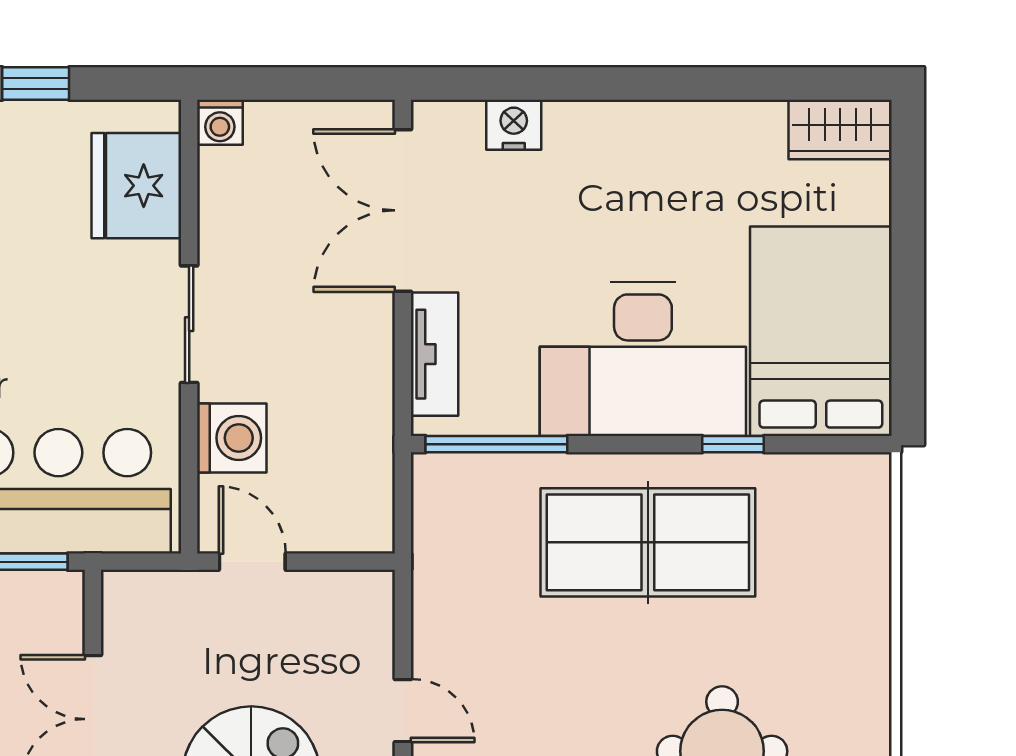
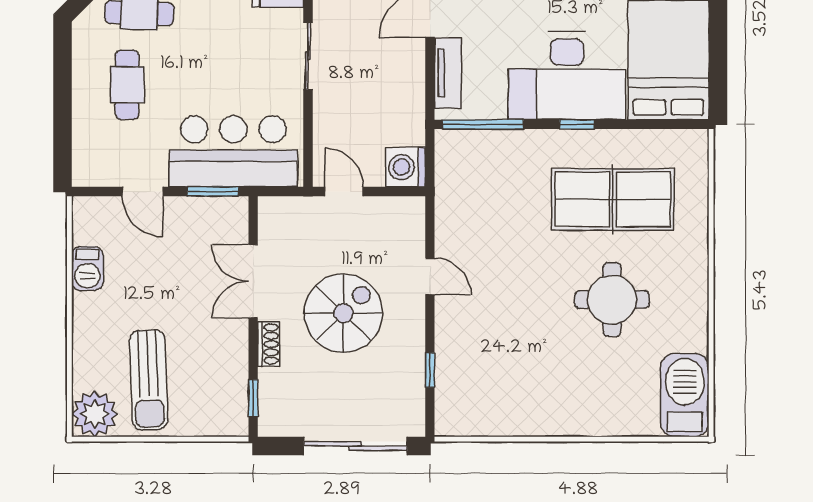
washing machine: (232, 438) -> (406, 167), moved, turned 180
window: (733, 444) -> (577, 124), moved
table tennis table: (648, 542) -> (613, 199), moved

